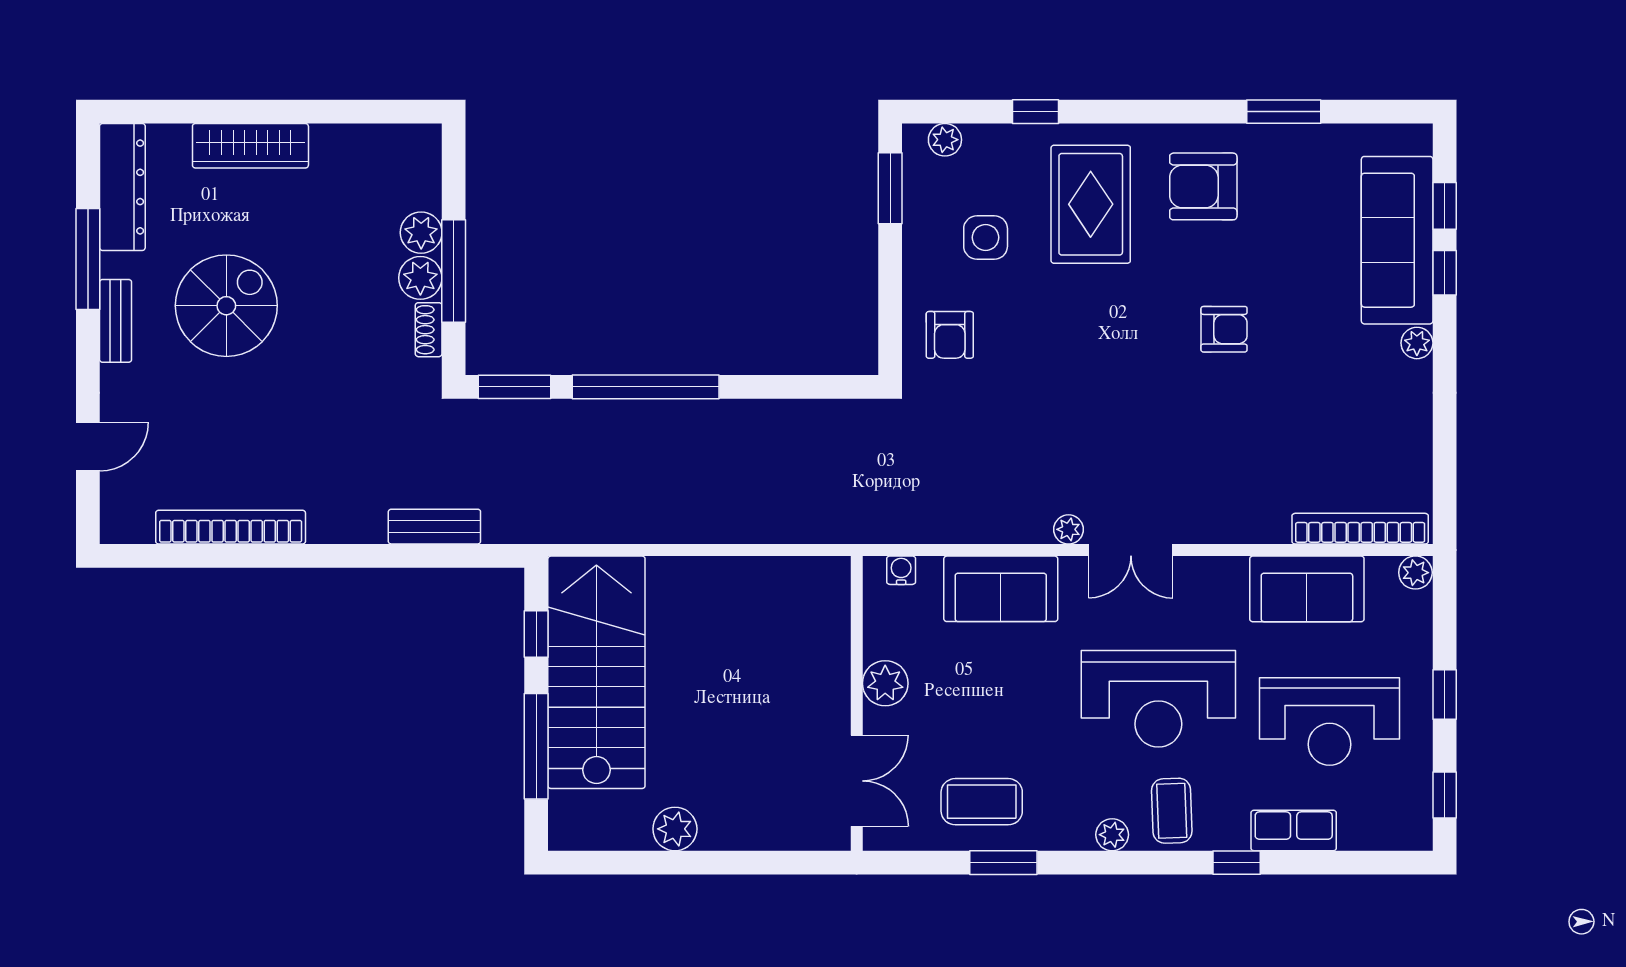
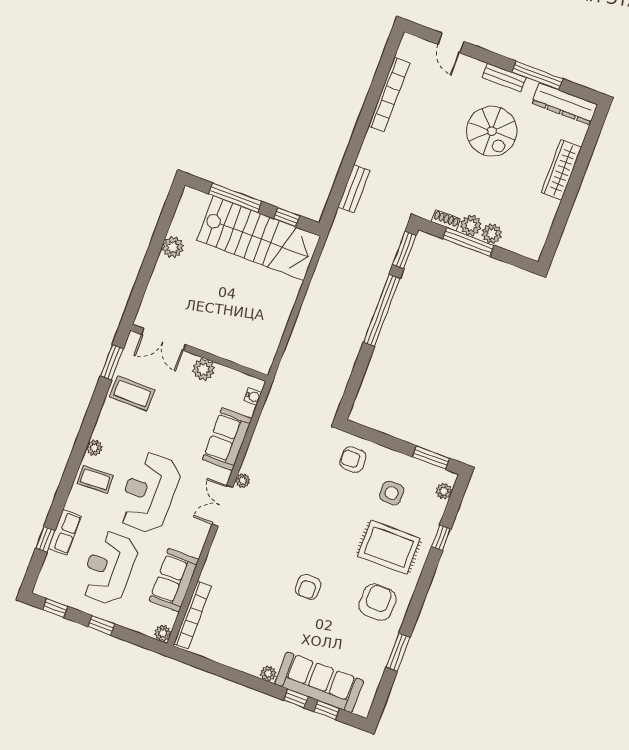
coffee table: (982, 802) -> (132, 393), turned 90
window: (1003, 863) -> (112, 362), moved
window: (1237, 863) -> (45, 539), moved

